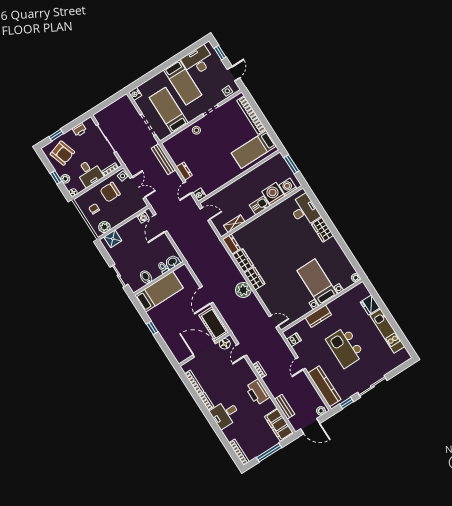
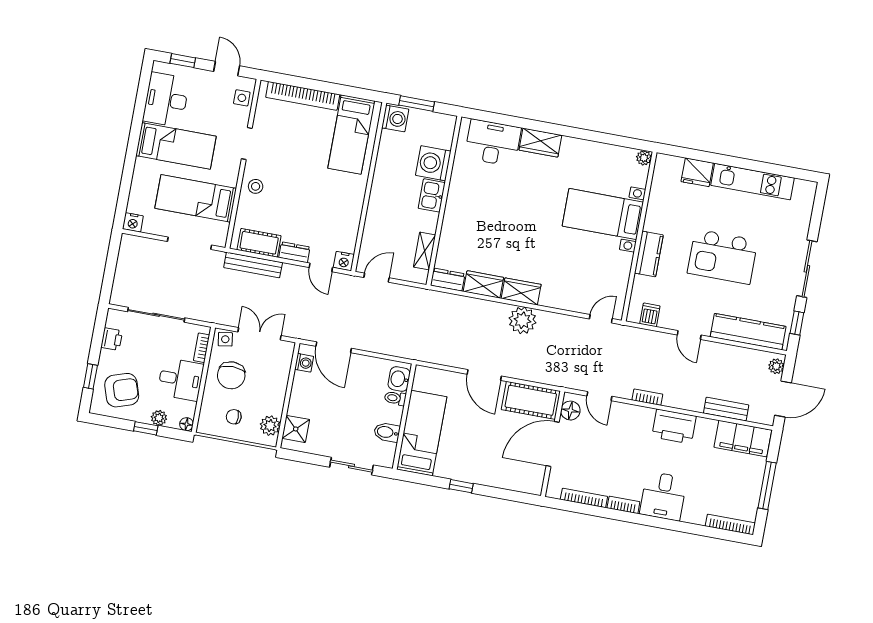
cot: (175, 153) -> (259, 243), added
washing machine: (288, 187) -> (395, 119), moved, turned 180

